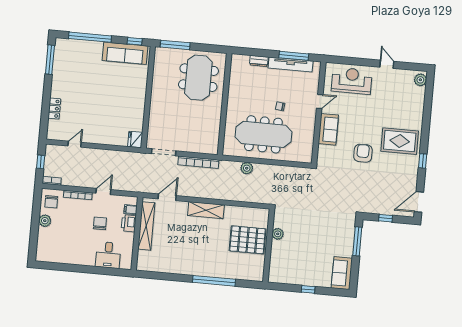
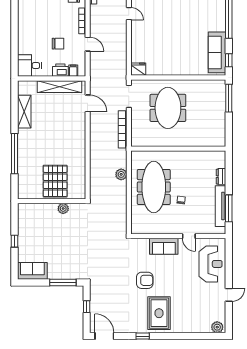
meeting table: (198, 78) -> (168, 108), moved, turned 90
shelving: (206, 210) -> (24, 112), moved
desk: (108, 255) -> (29, 66), moved

